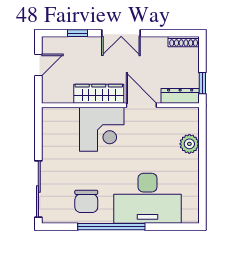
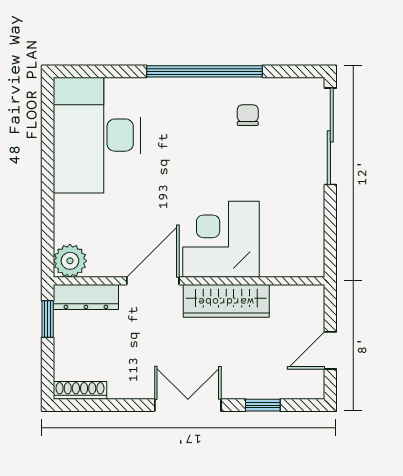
door: (141, 105) -> (153, 281), swing flipped
plant: (189, 144) -> (70, 261), moved
desk: (148, 198) -> (97, 135), moved, turned -90
chair: (86, 201) -> (248, 115), width x0.54, depth x0.54

